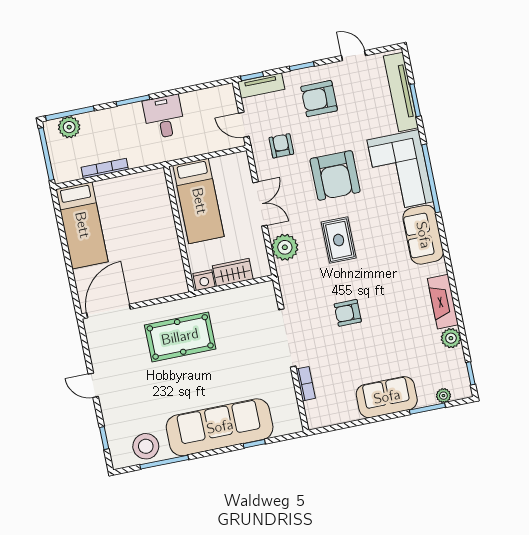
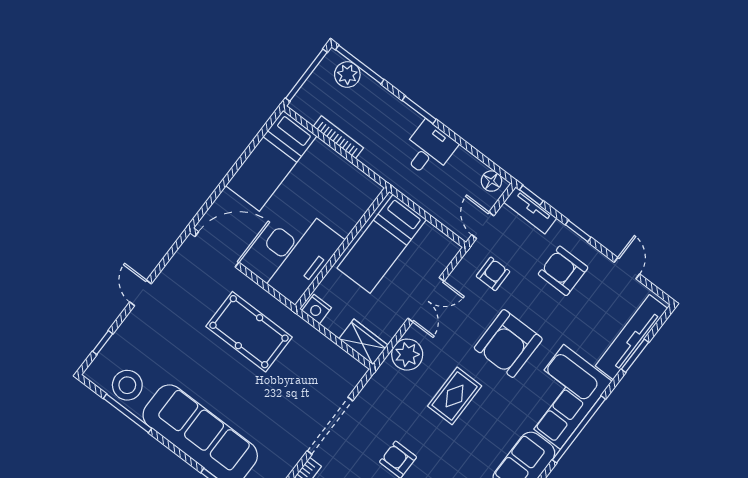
floor lamp: (220, 94) -> (491, 181), added
desk: (156, 263) -> (296, 254), added
wardrobe: (233, 272) -> (363, 342), moved

